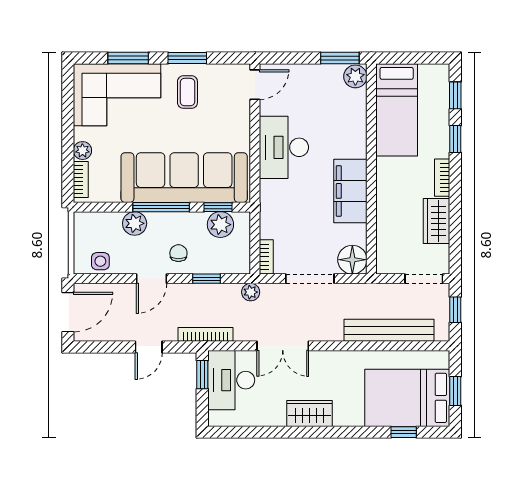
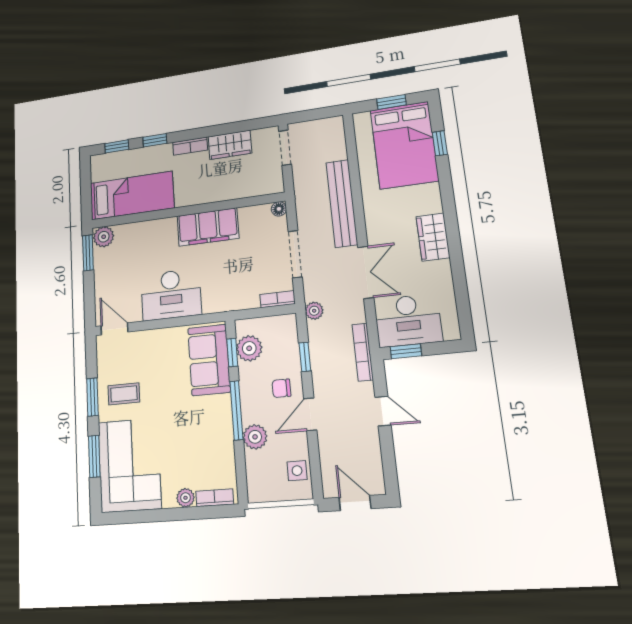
sofa: (184, 178) -> (209, 360), width x0.54, depth x0.79
floor lamp: (352, 260) -> (279, 209), width x0.53, depth x0.53
door: (151, 279) -> (310, 414), swing flipped
window: (455, 310) -> (312, 115), removed
door: (68, 312) -> (355, 503), width x0.73
bench: (389, 330) -> (342, 203), moved

